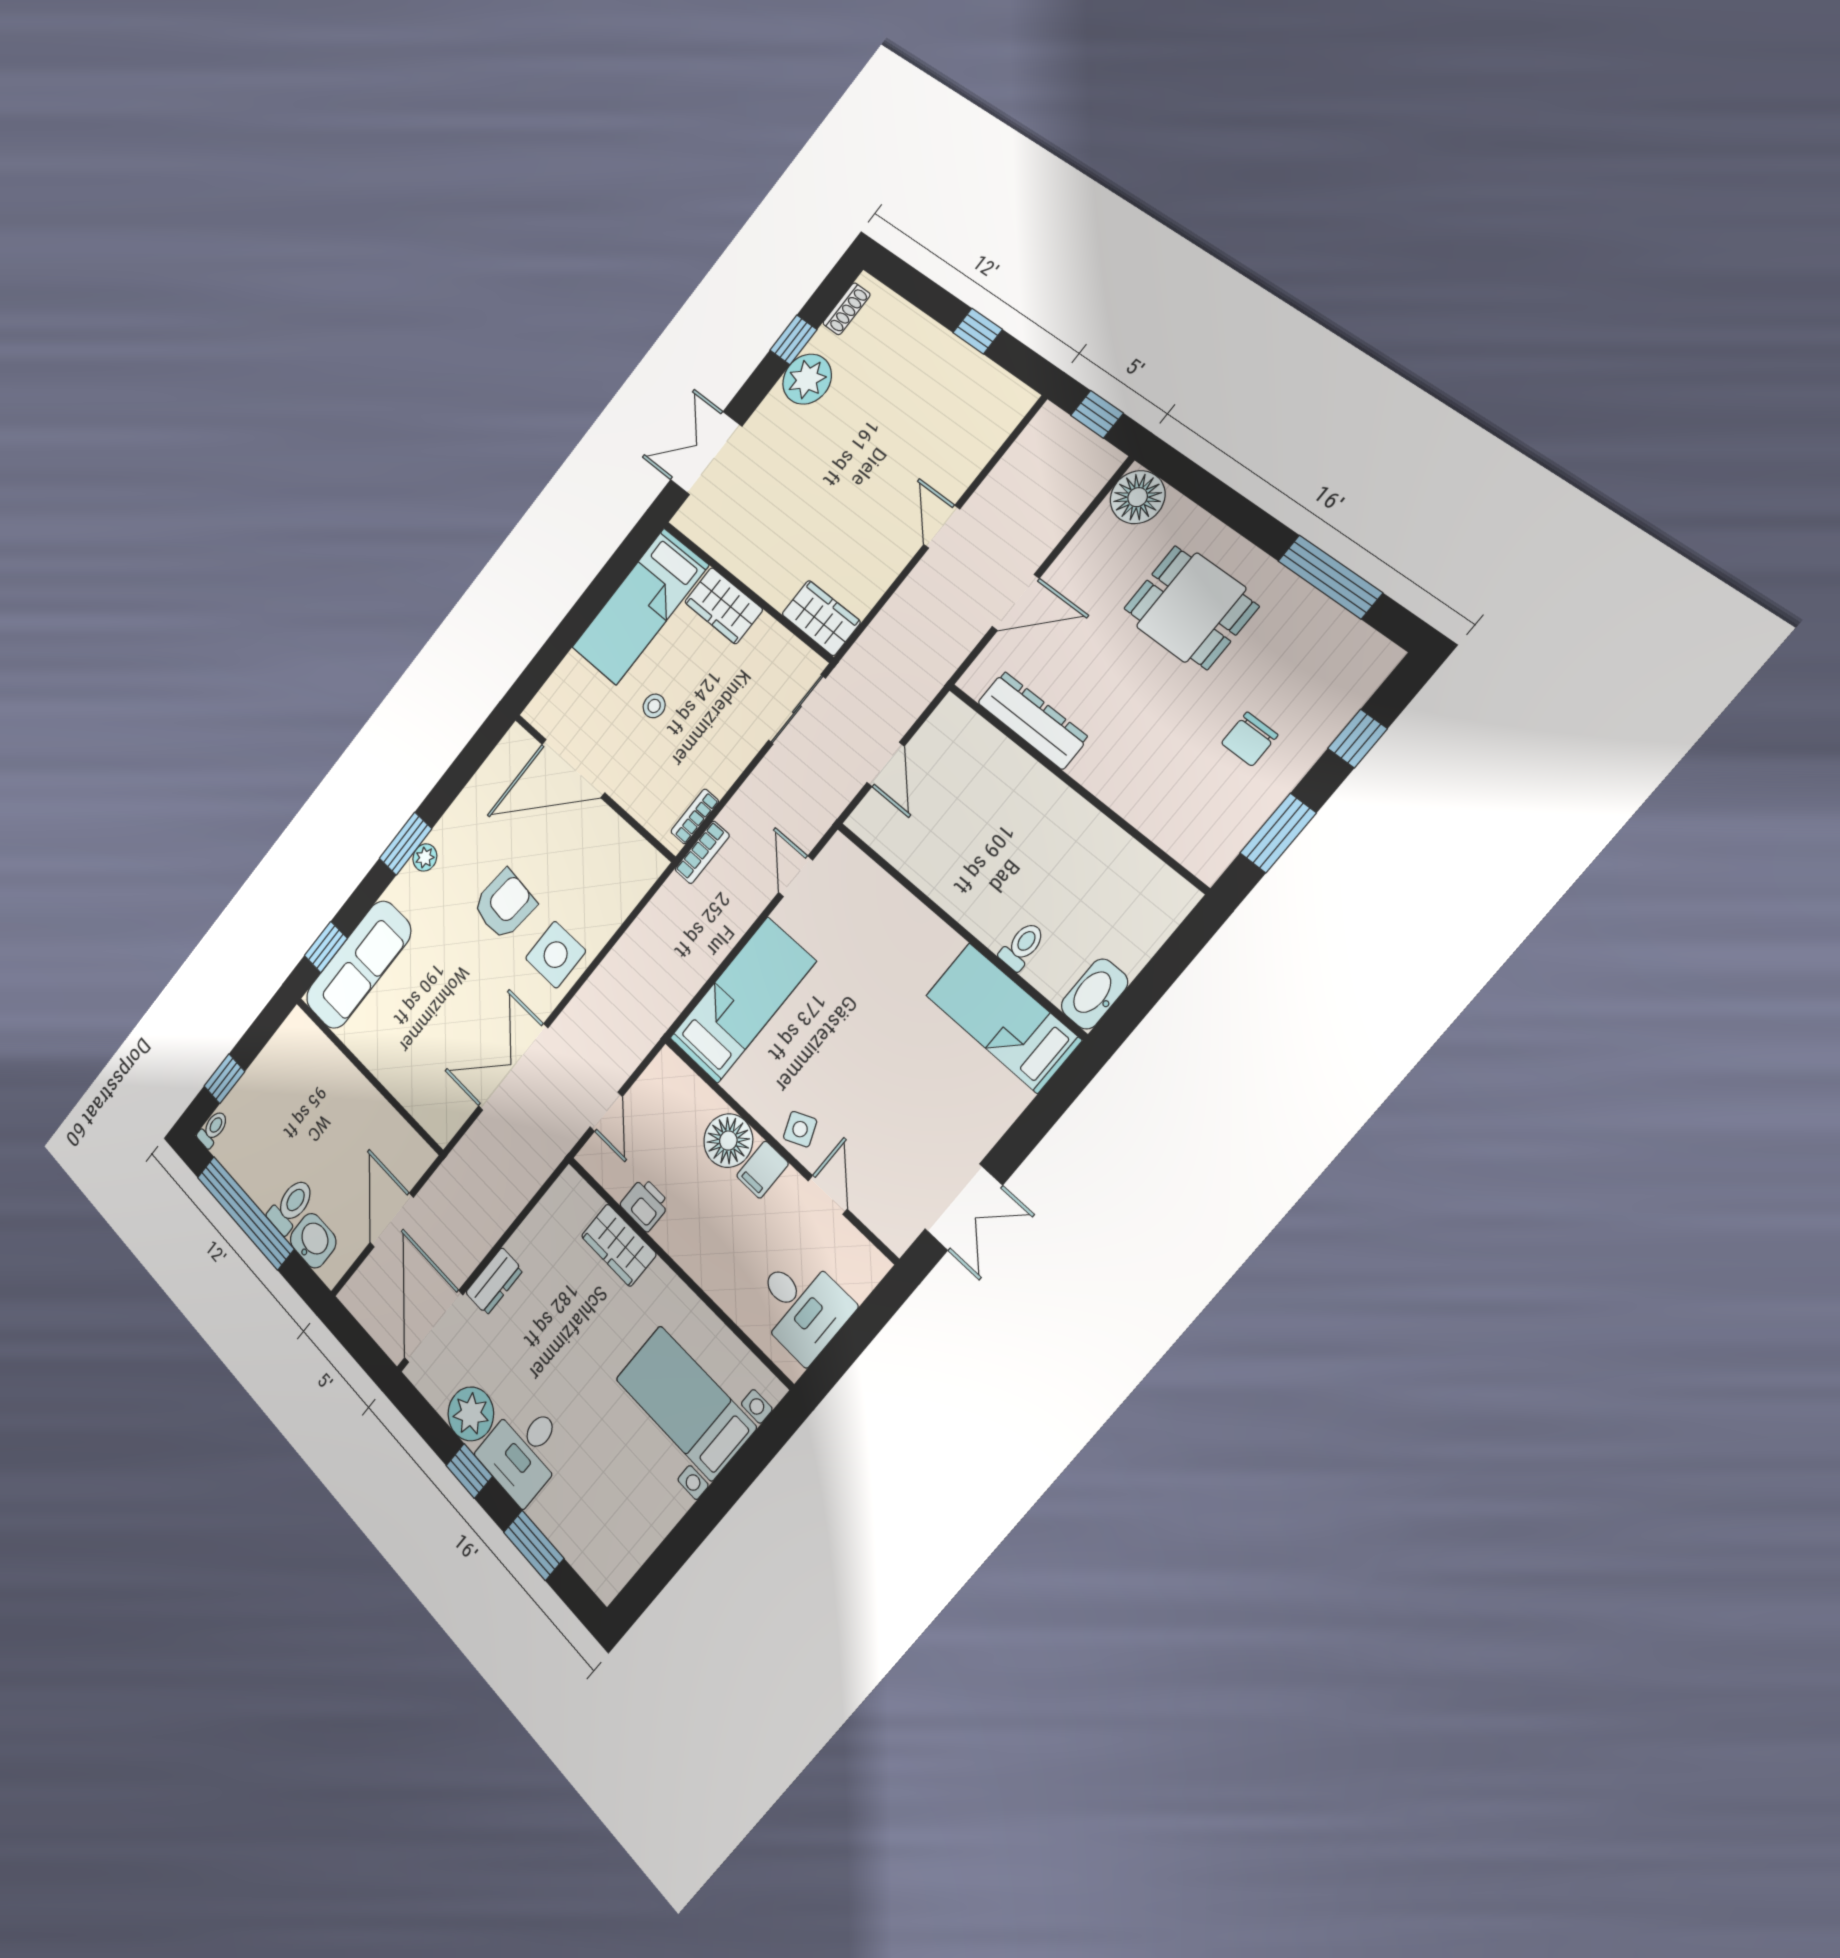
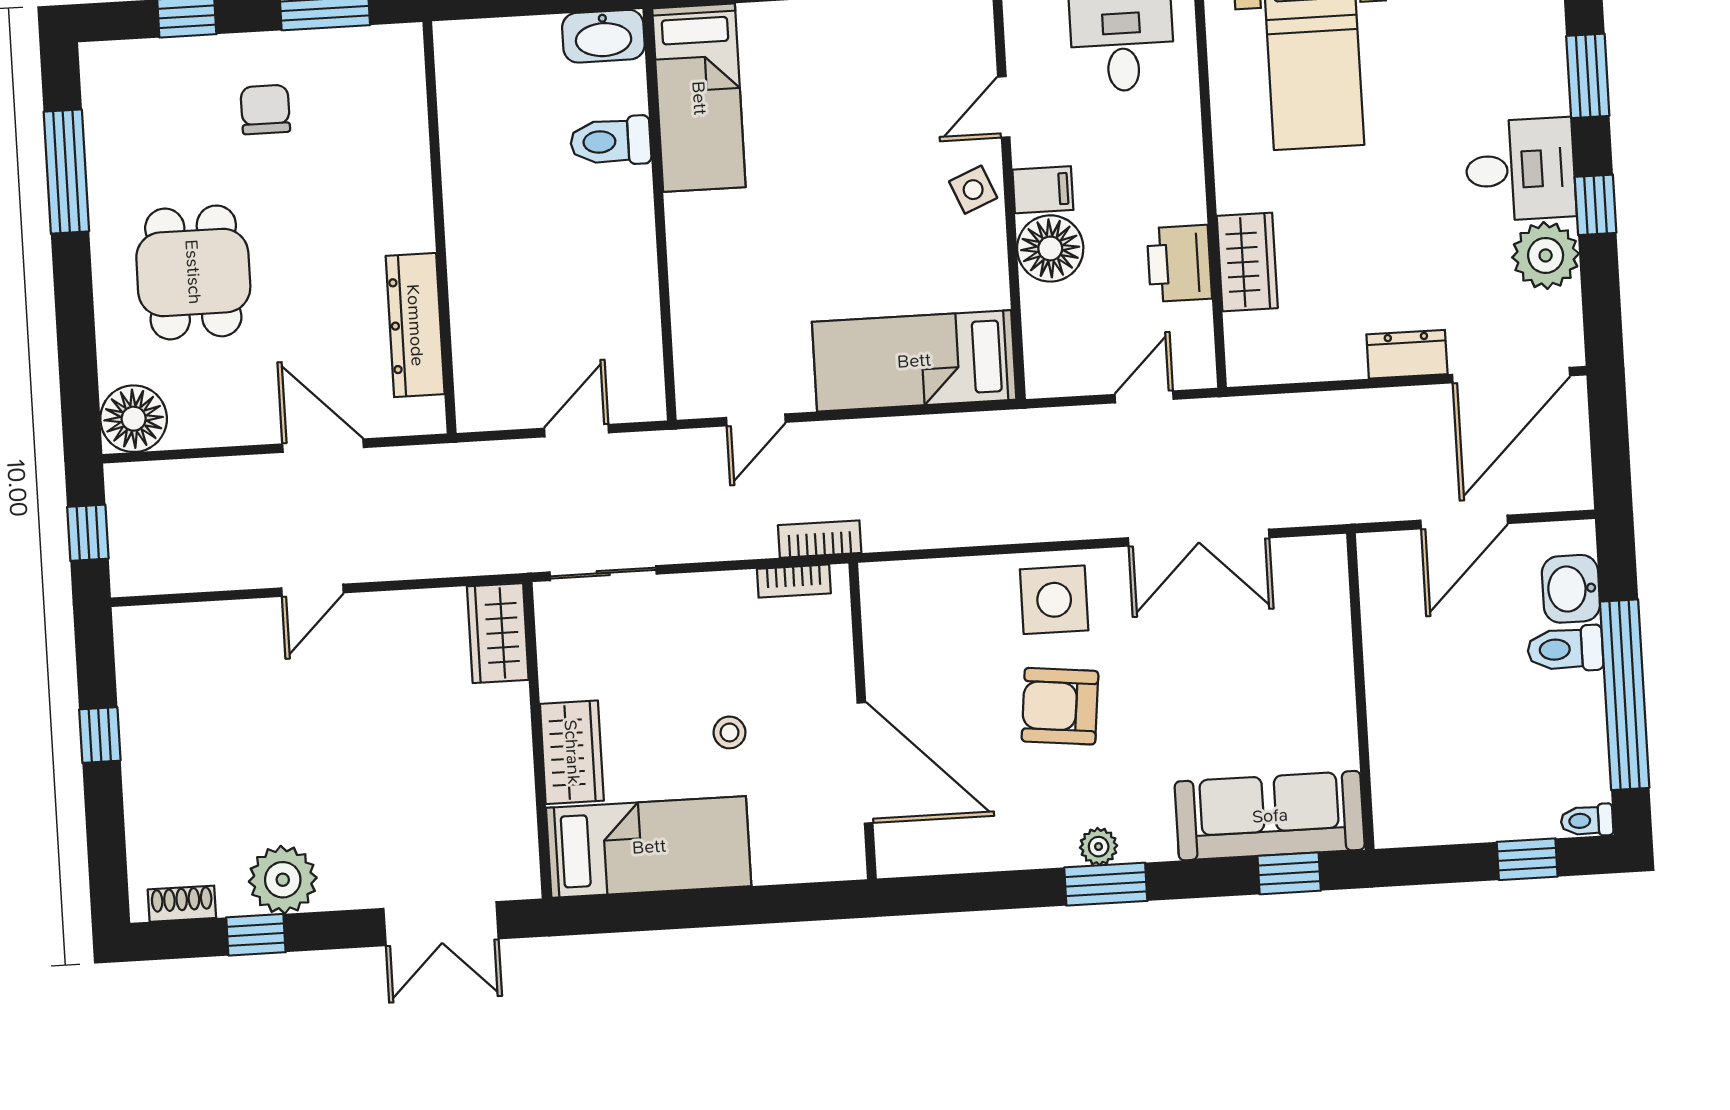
chair: (1250, 739) -> (265, 109), turned -90
toilet: (1022, 946) -> (611, 141), width x1.37, depth x1.39
printer: (645, 1204) -> (1179, 263), width x1.36, depth x1.24

